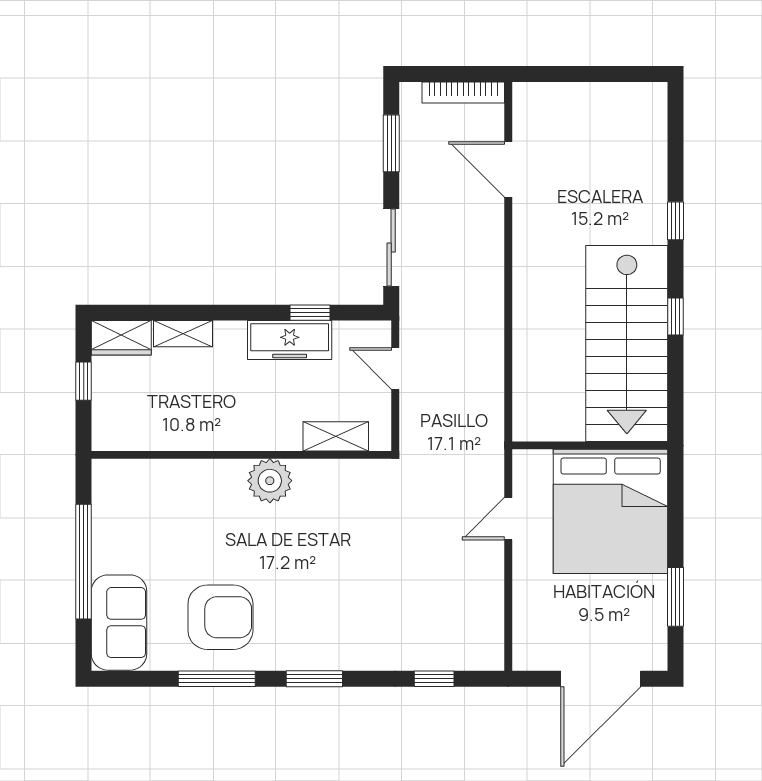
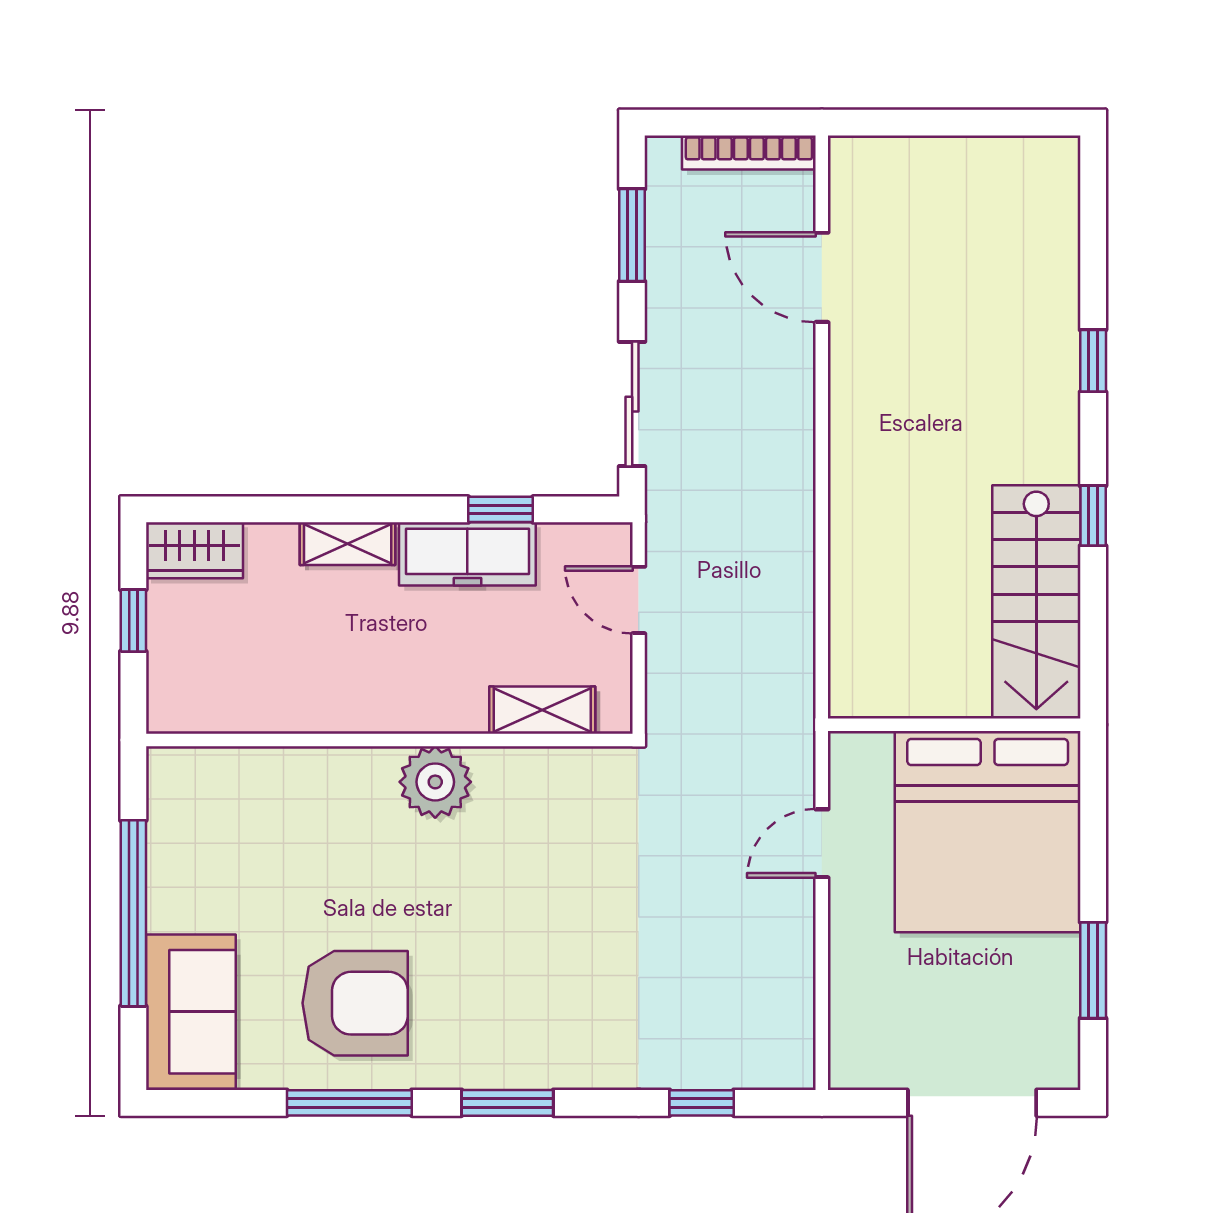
shelving: (183, 334) -> (348, 544), moved
stairs: (627, 343) -> (1036, 602), width x0.73, depth x0.66

